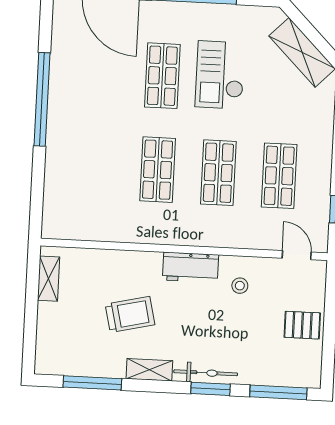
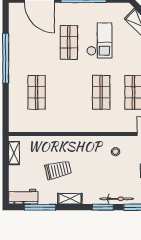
checkout: (220, 75) -> (99, 40), turned 180
shop shelf: (158, 170) -> (37, 92), moved
workbench: (191, 267) -> (23, 197), moved, turned 180
bicycle: (206, 373) -> (117, 199), moved

